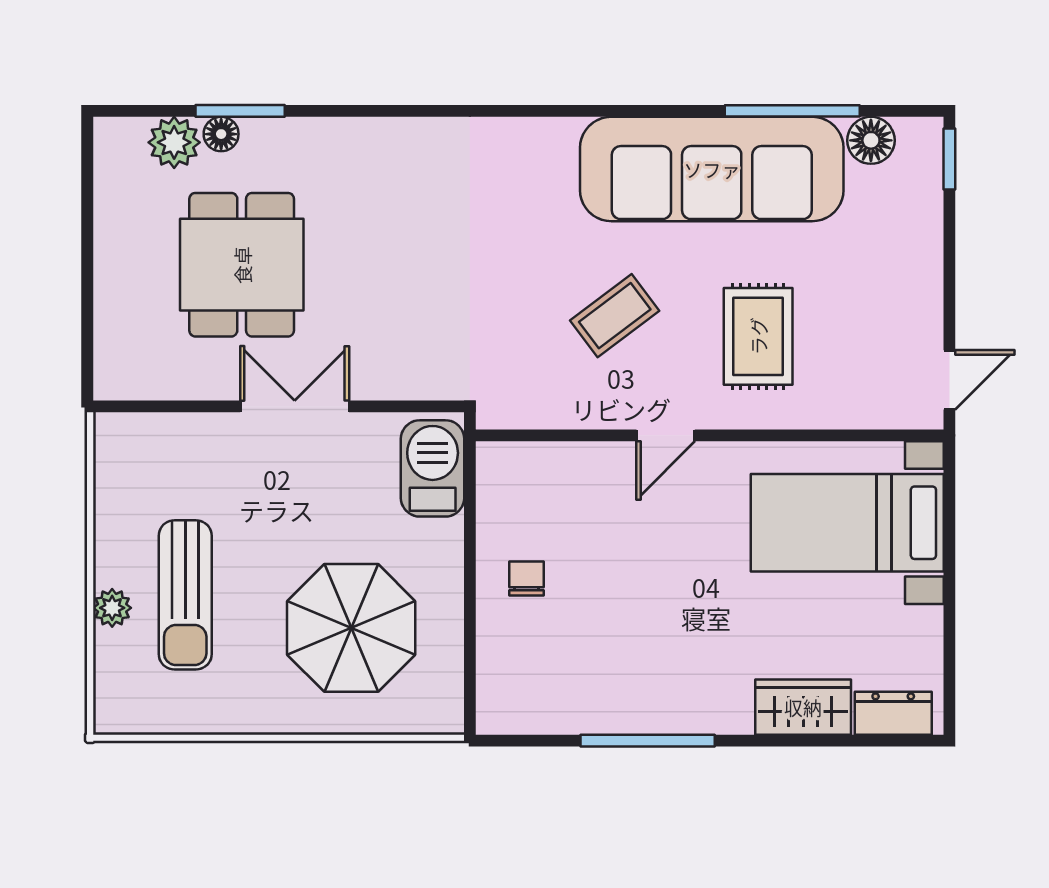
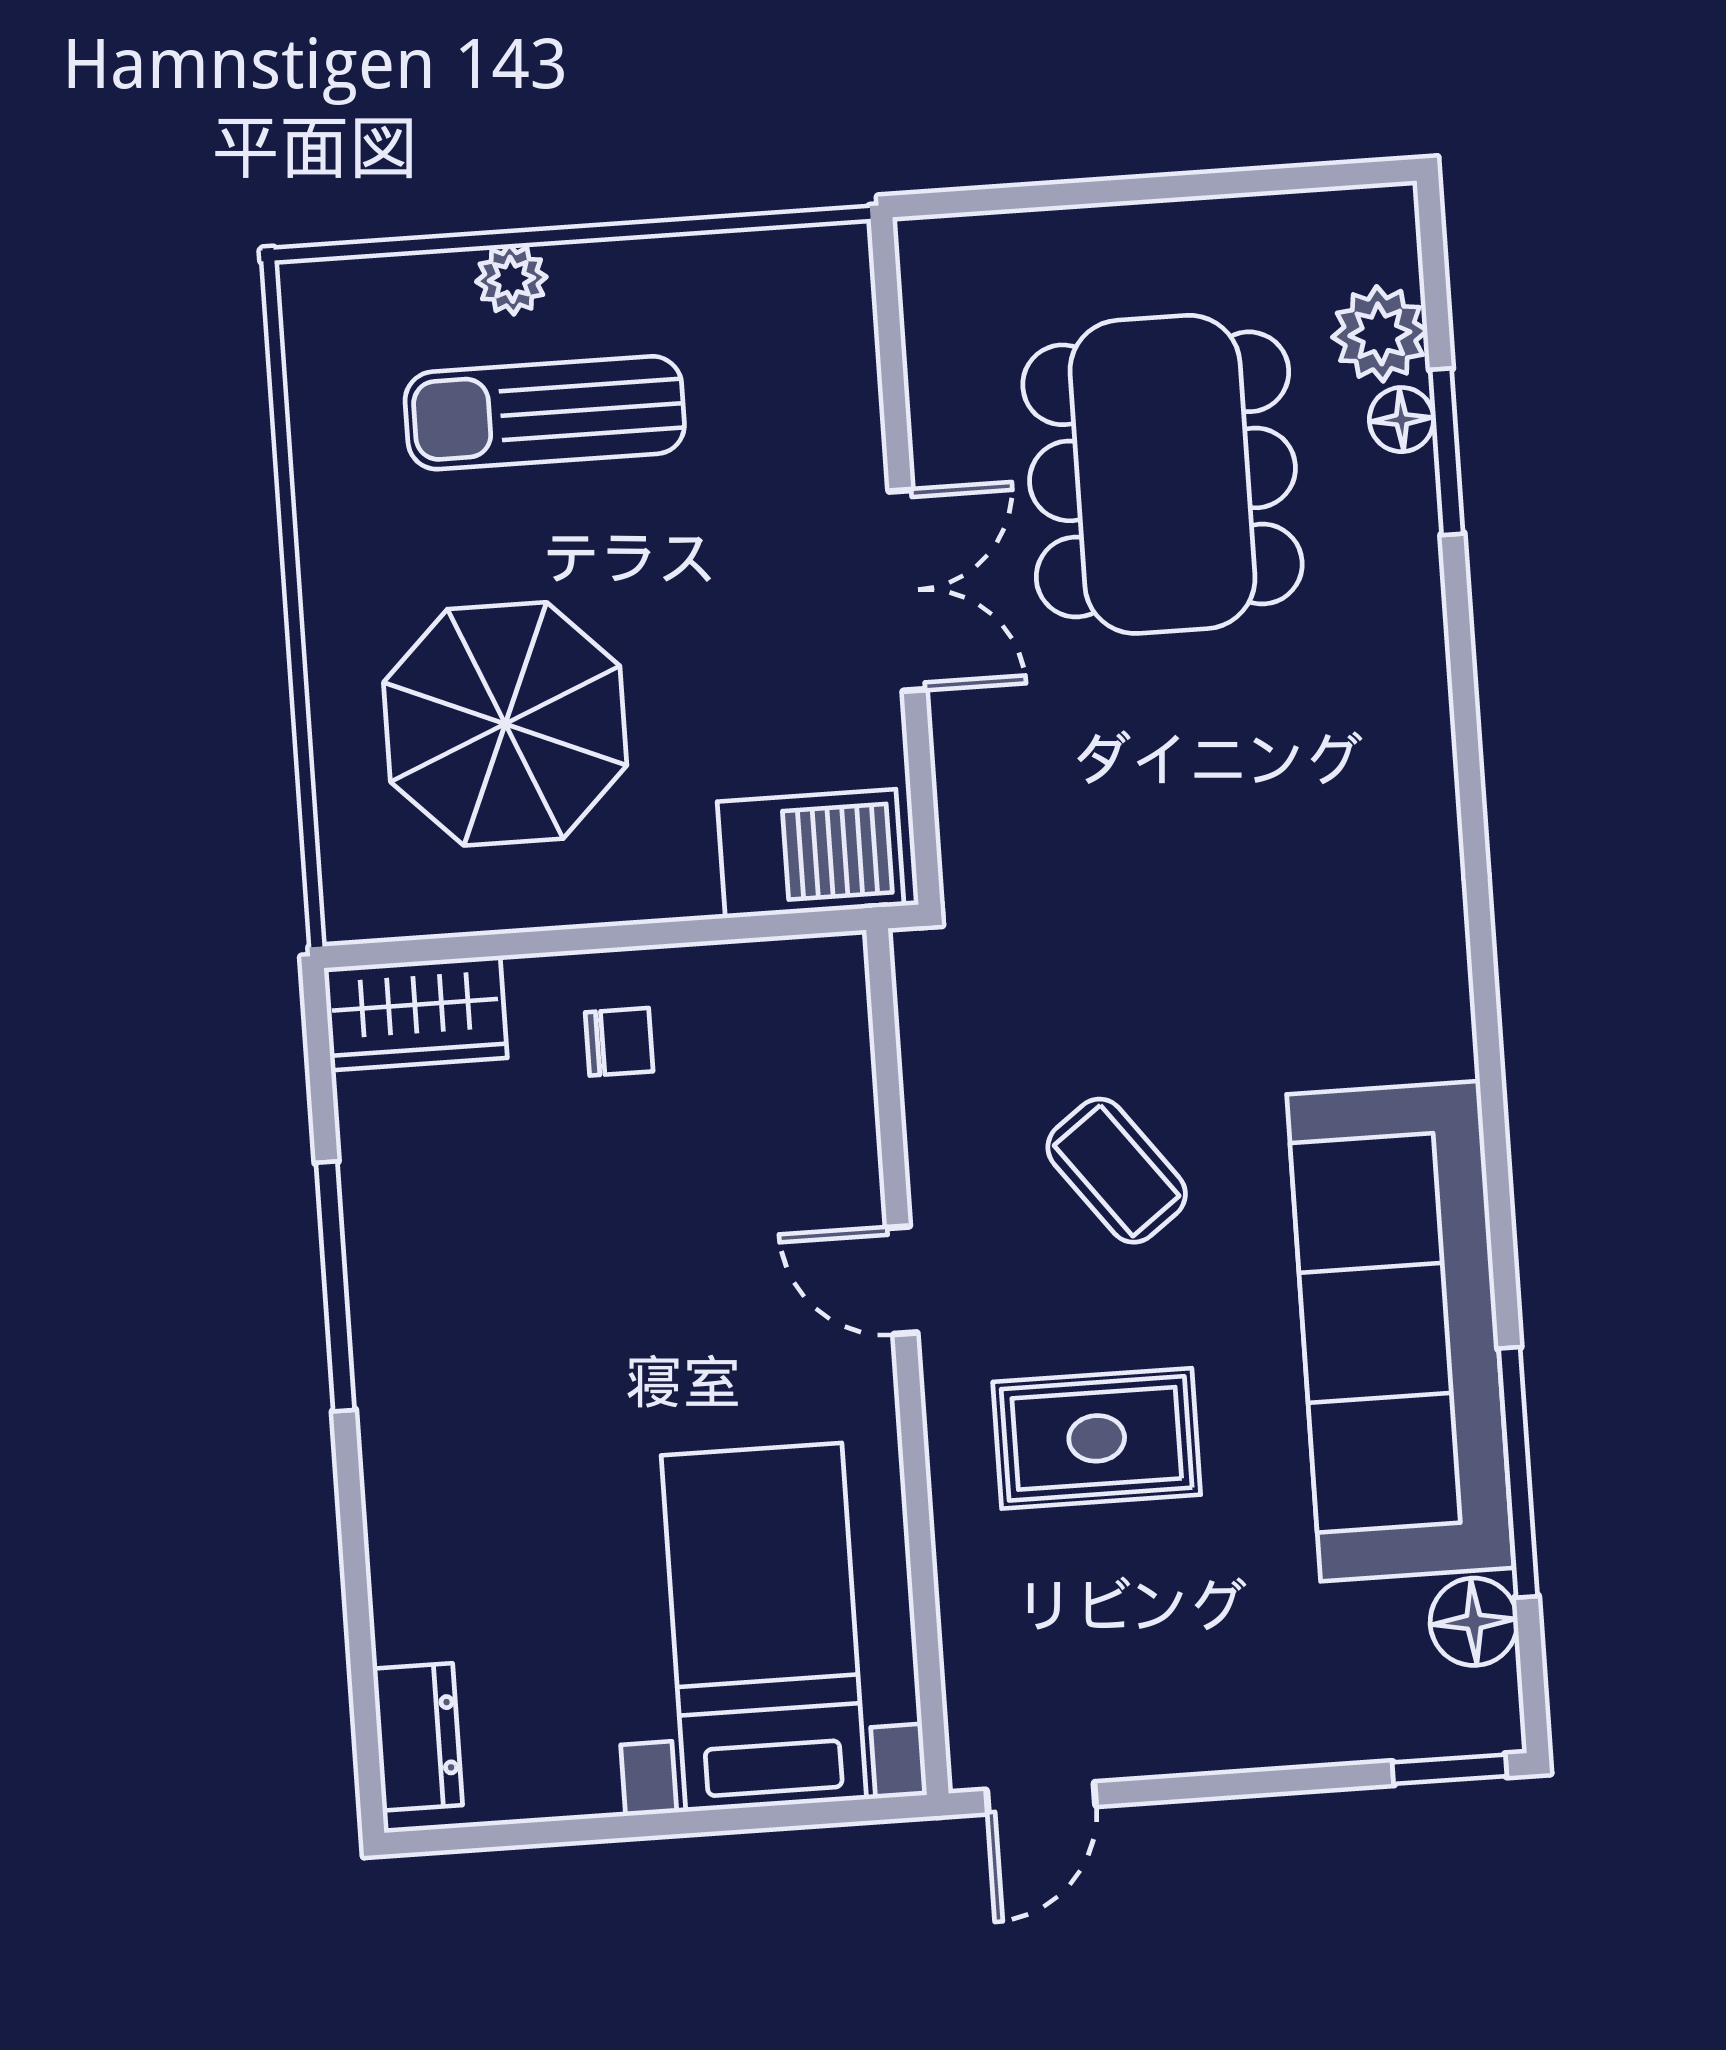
dining table: (242, 265) -> (1162, 474), width x1.38
door: (949, 380) -> (1041, 1798), hinge flipped
wardrobe: (803, 707) -> (416, 1013), moved, turned 90

